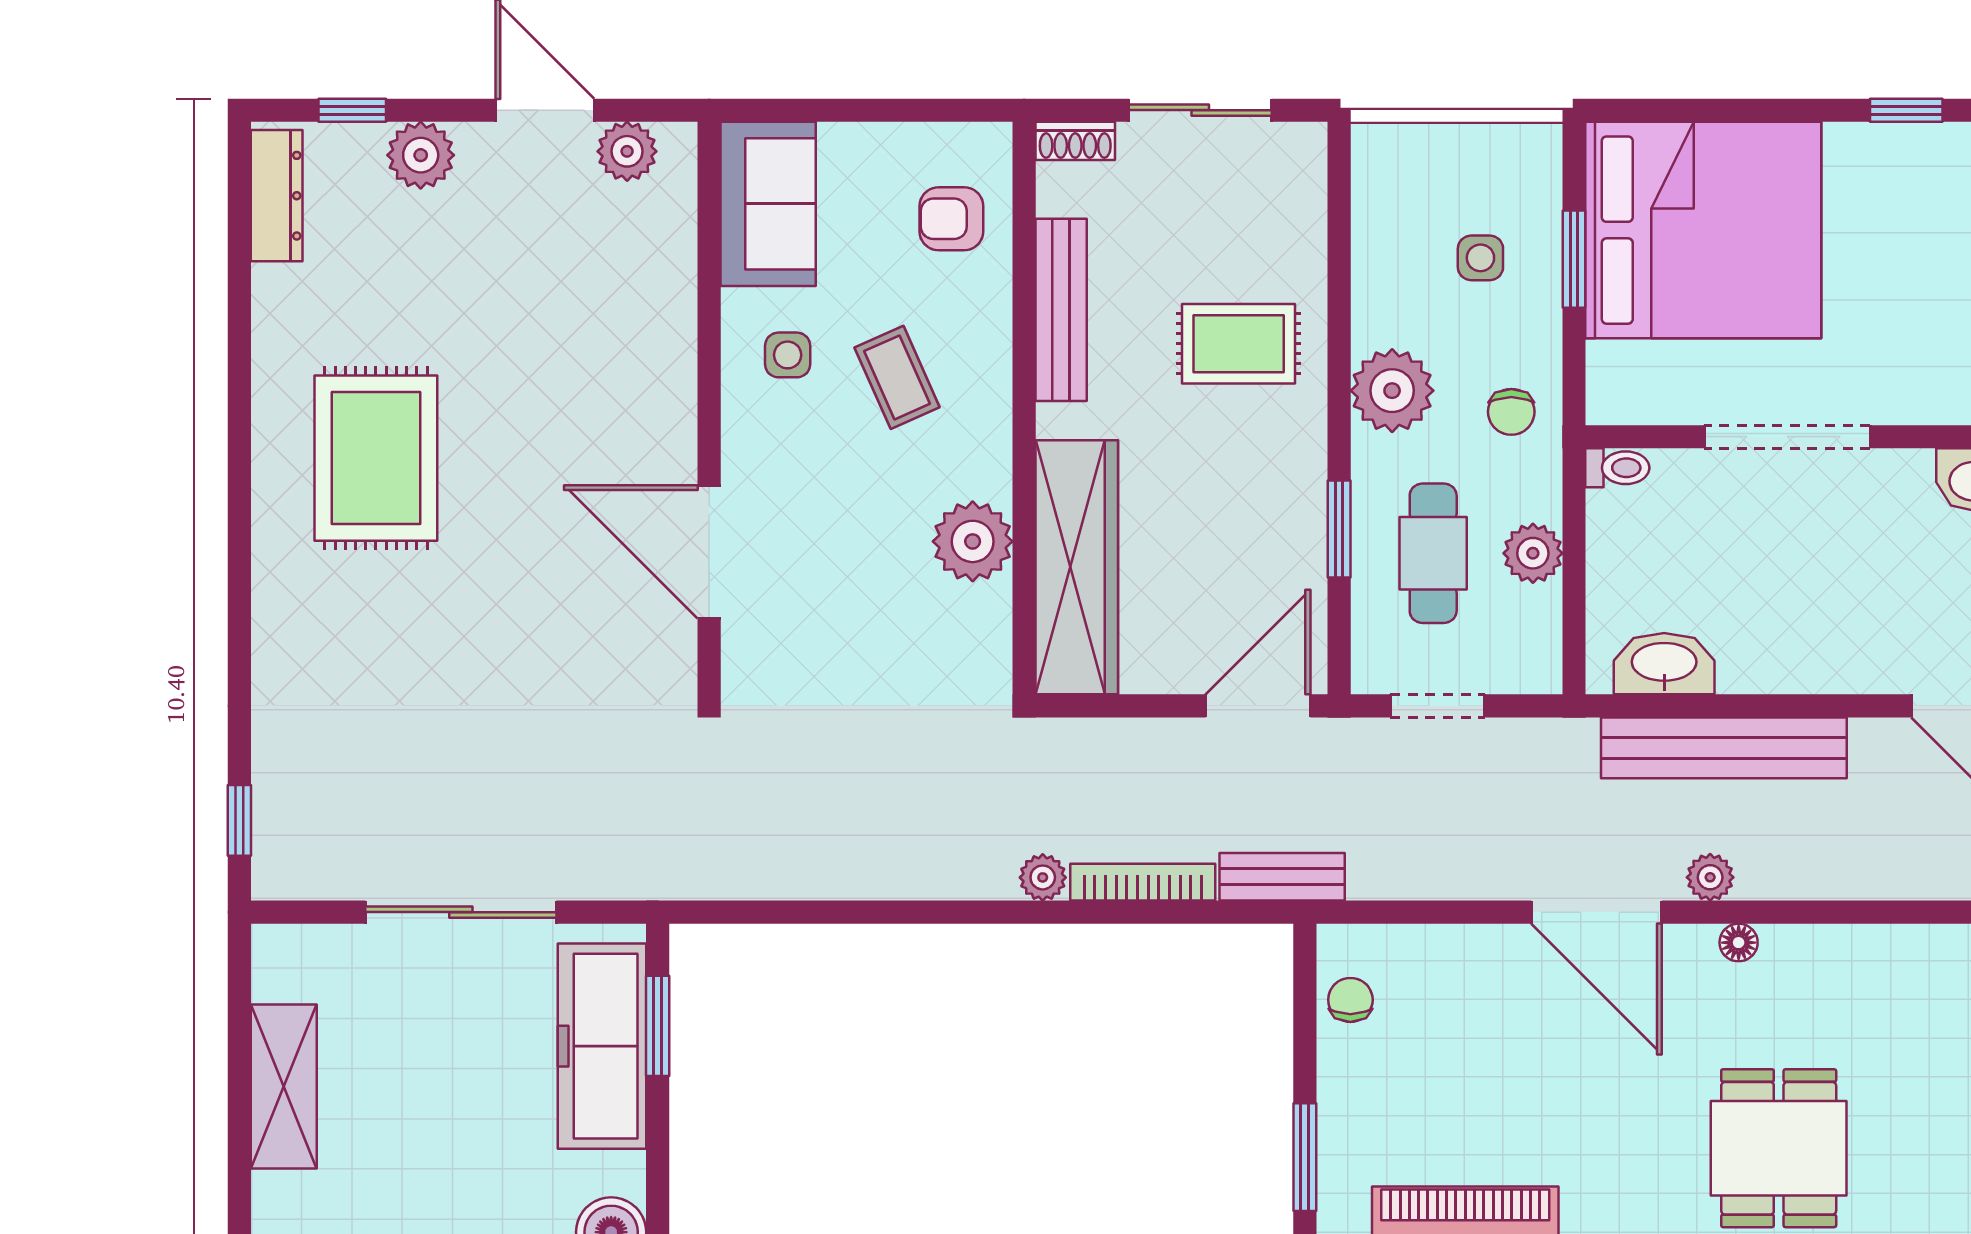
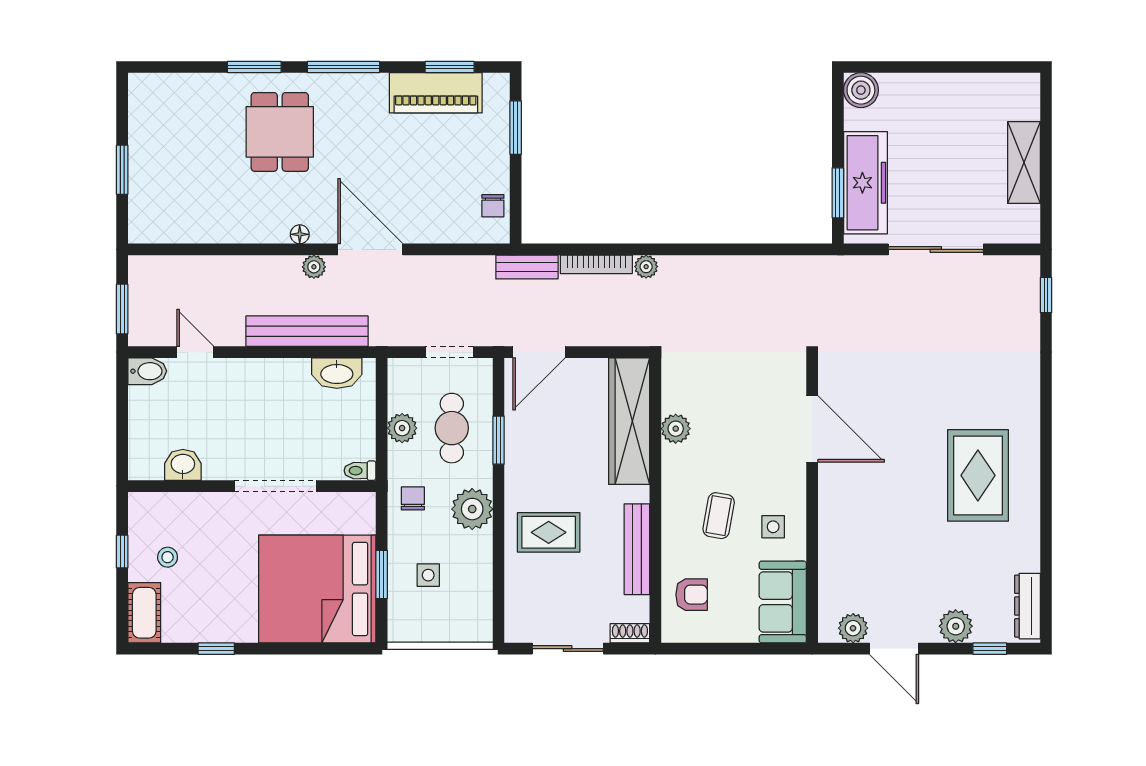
coffee table: (897, 377) -> (719, 516), turned 34
plant: (973, 541) -> (676, 429), width x0.73, depth x0.73

